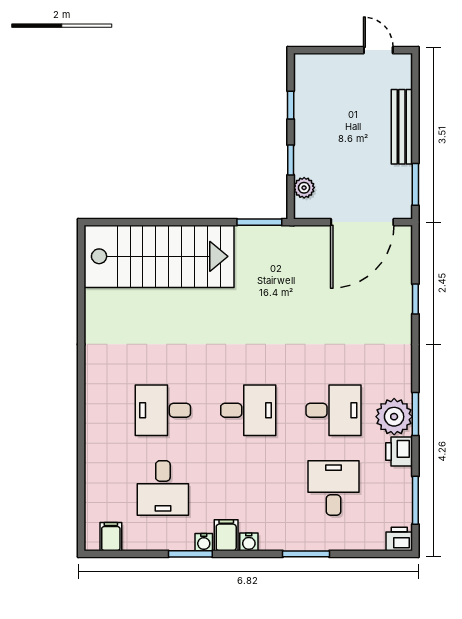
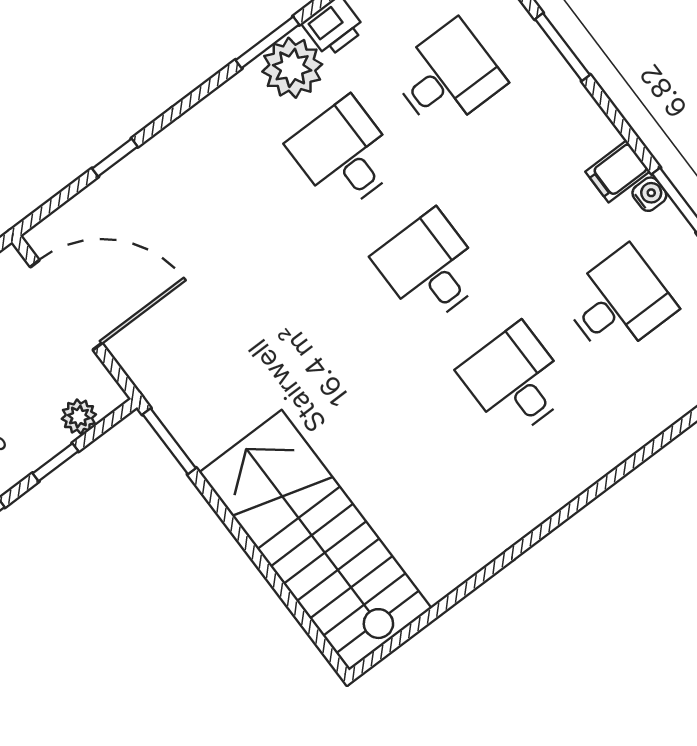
desk: (163, 410) -> (515, 381), turned 180
desk: (334, 488) -> (447, 76), turned 180
water cooler: (249, 542) -> (604, 135), removed

